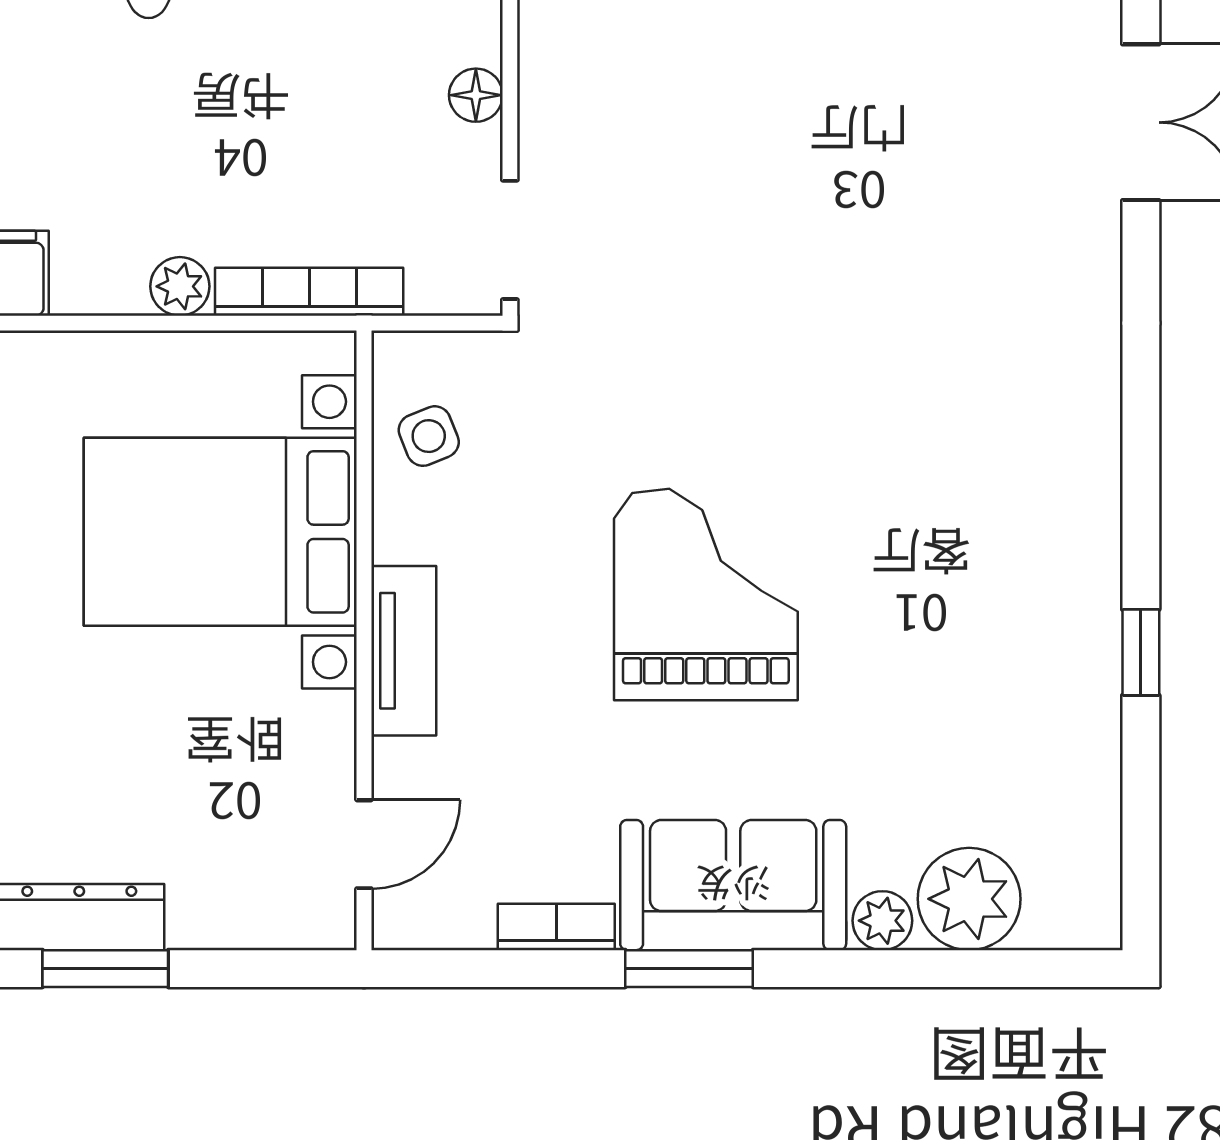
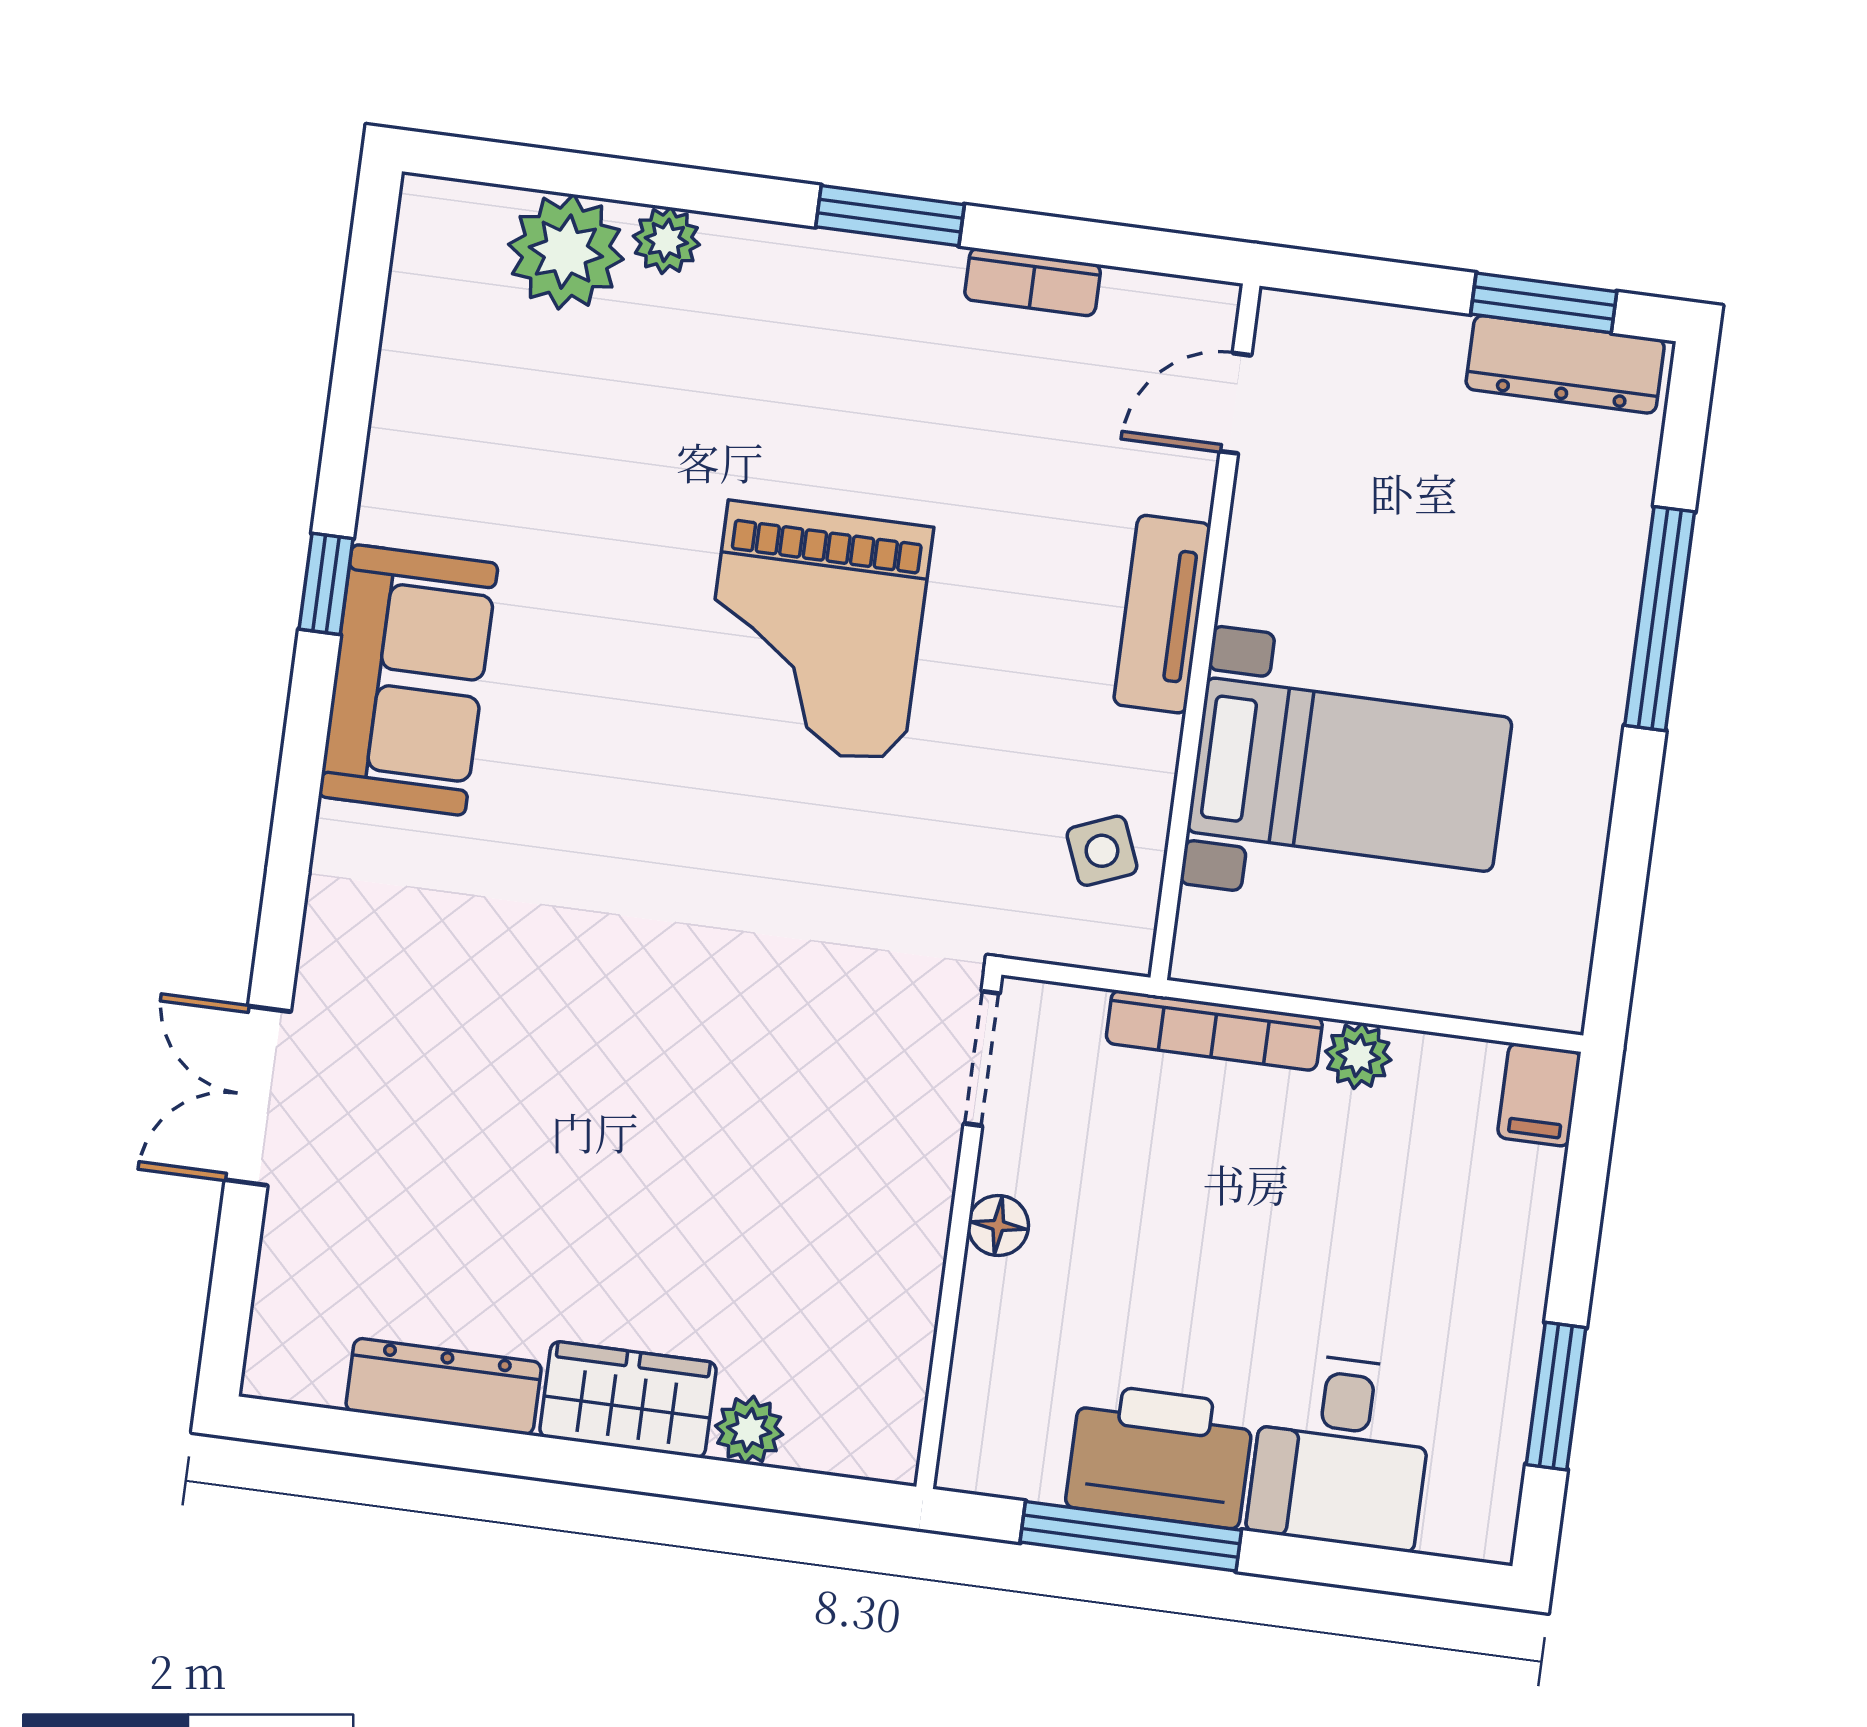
bed with nightstands: (220, 532) -> (1350, 775), width x0.73
window: (1141, 652) -> (326, 584), moved
sofa: (733, 885) -> (408, 680), moved, turned -90

